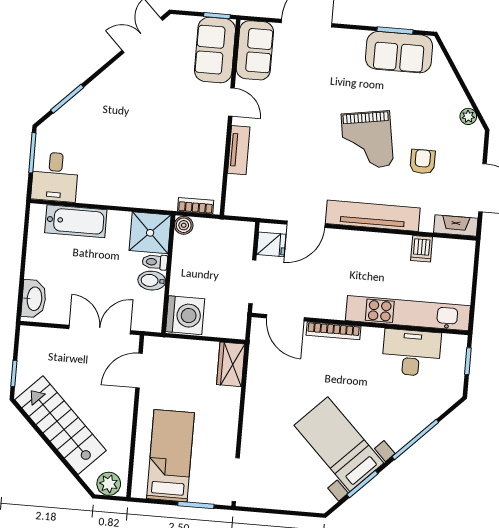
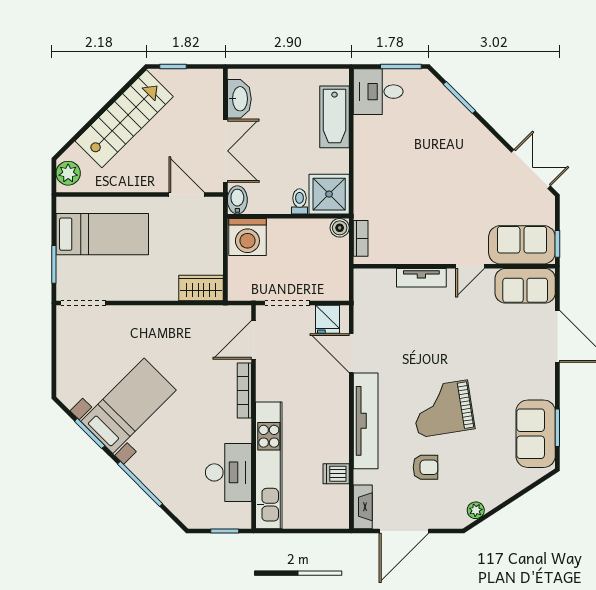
bidet: (152, 281) -> (237, 200), moved
washbasin: (34, 299) -> (239, 99), moved, turned -90

